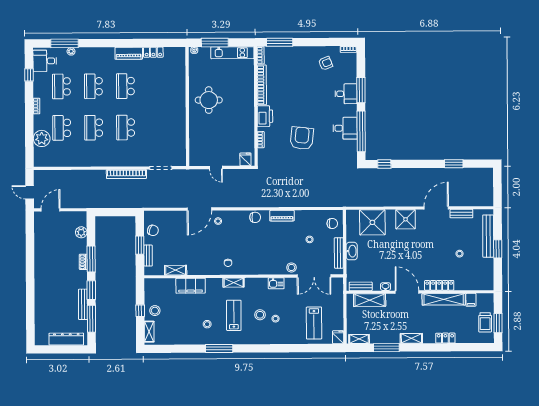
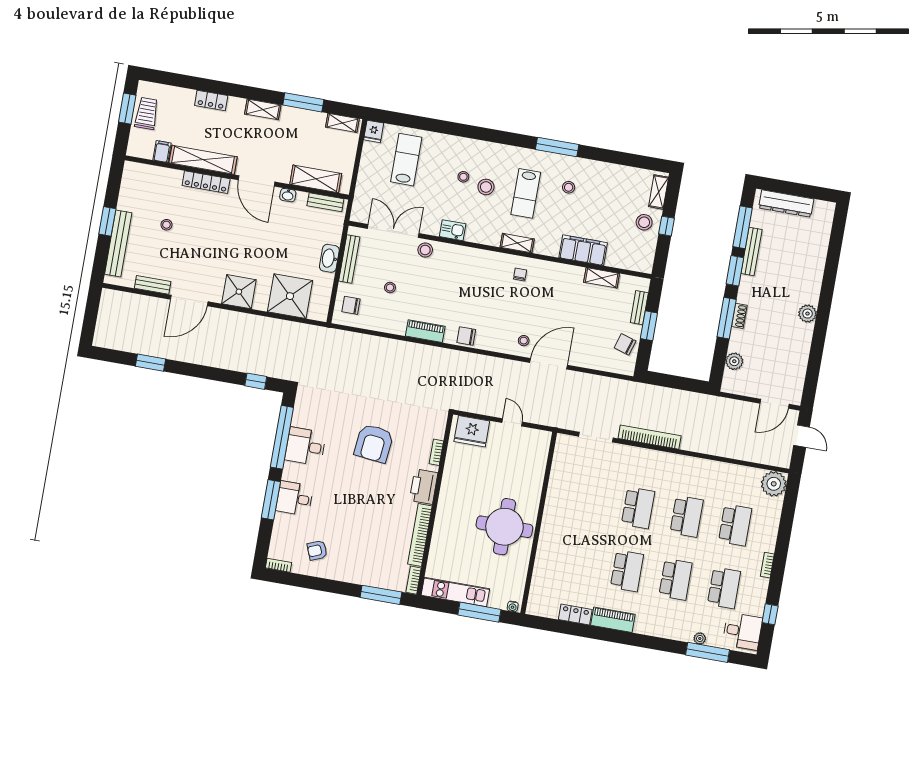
round table: (209, 100) -> (504, 527), width x1.36, depth x1.36
plant: (42, 138) -> (774, 484), moved
fridge: (245, 159) -> (472, 431), width x1.88, depth x1.34
plant: (40, 271) -> (808, 314), added

